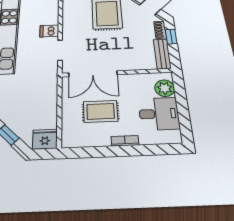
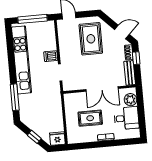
double door: (93, 74) -> (102, 89), moved

